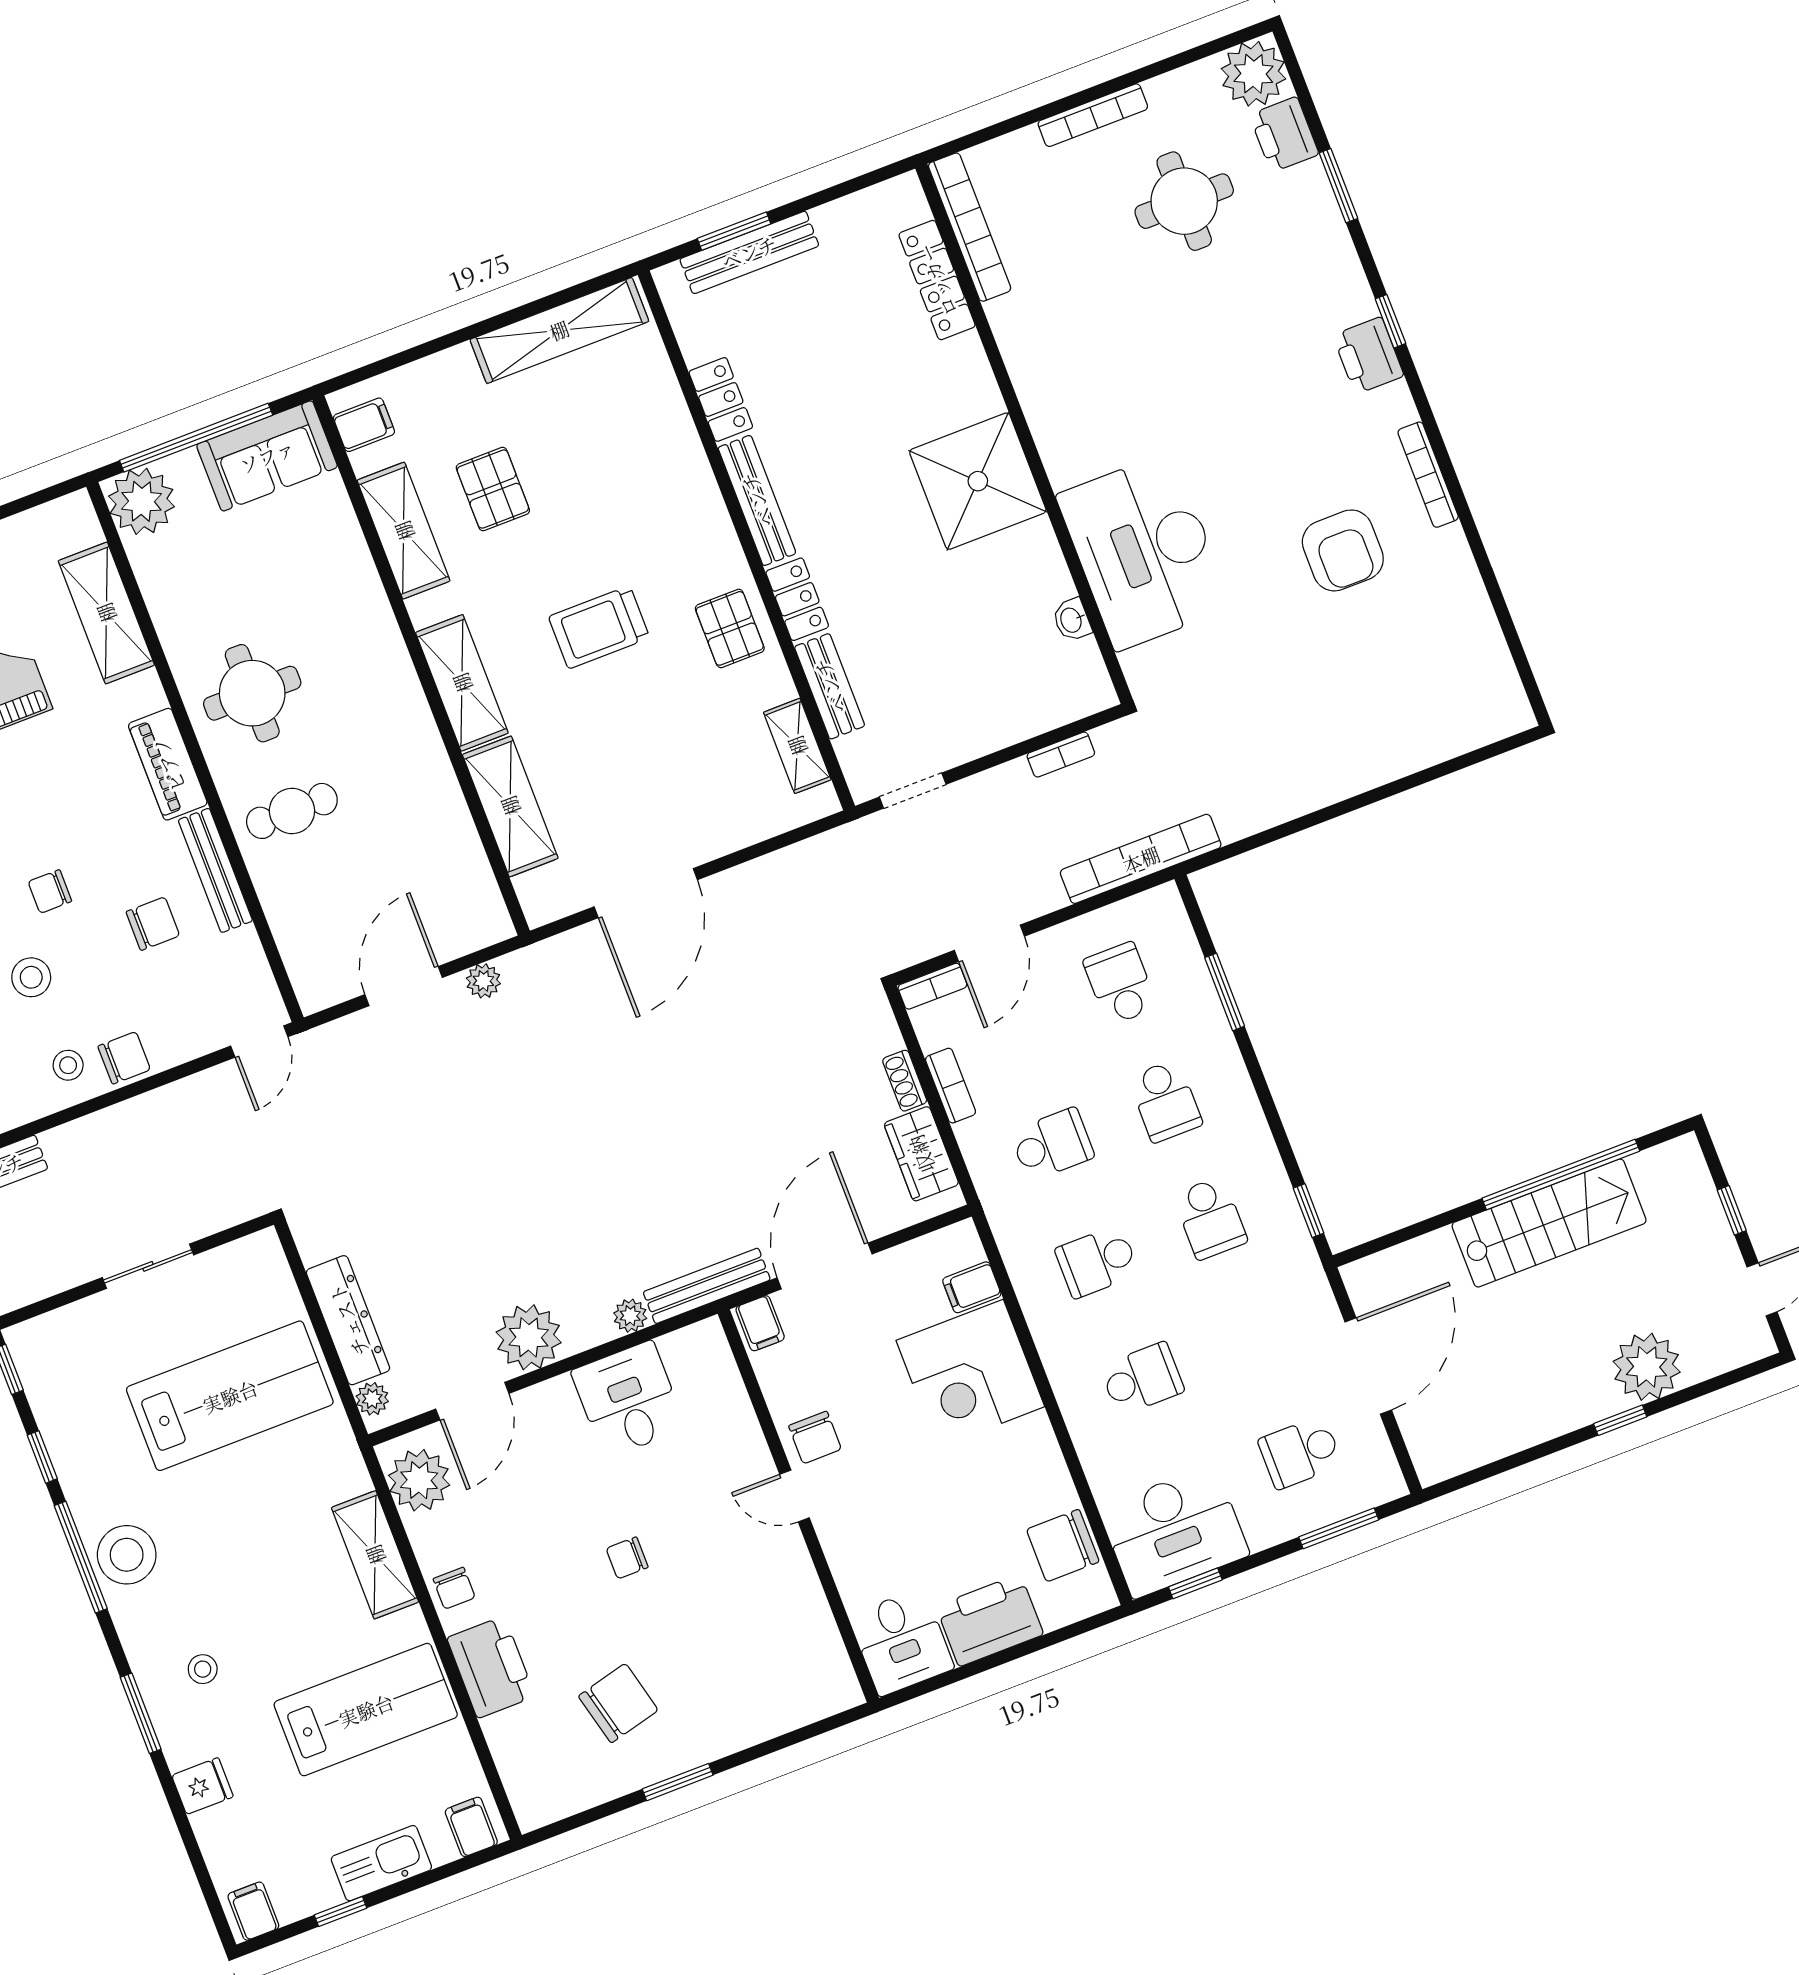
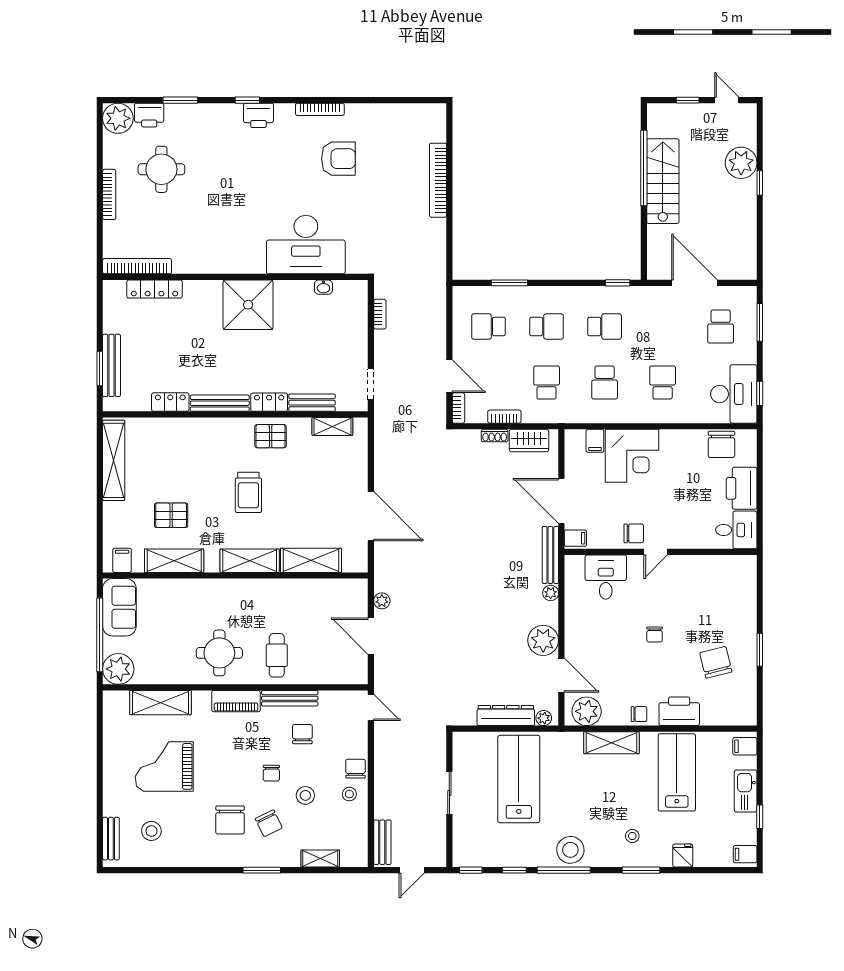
bookcase: (1141, 859) -> (438, 180), moved
desk: (628, 1400) -> (606, 577), moved, turned 90

